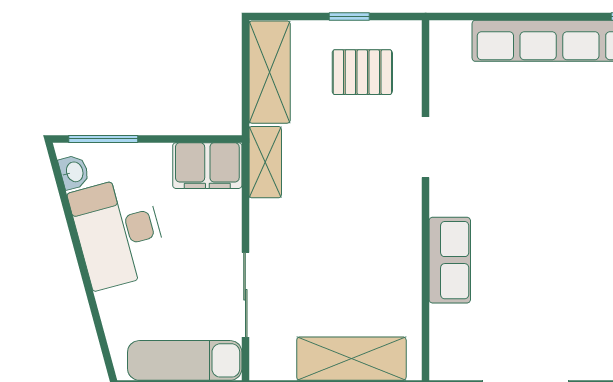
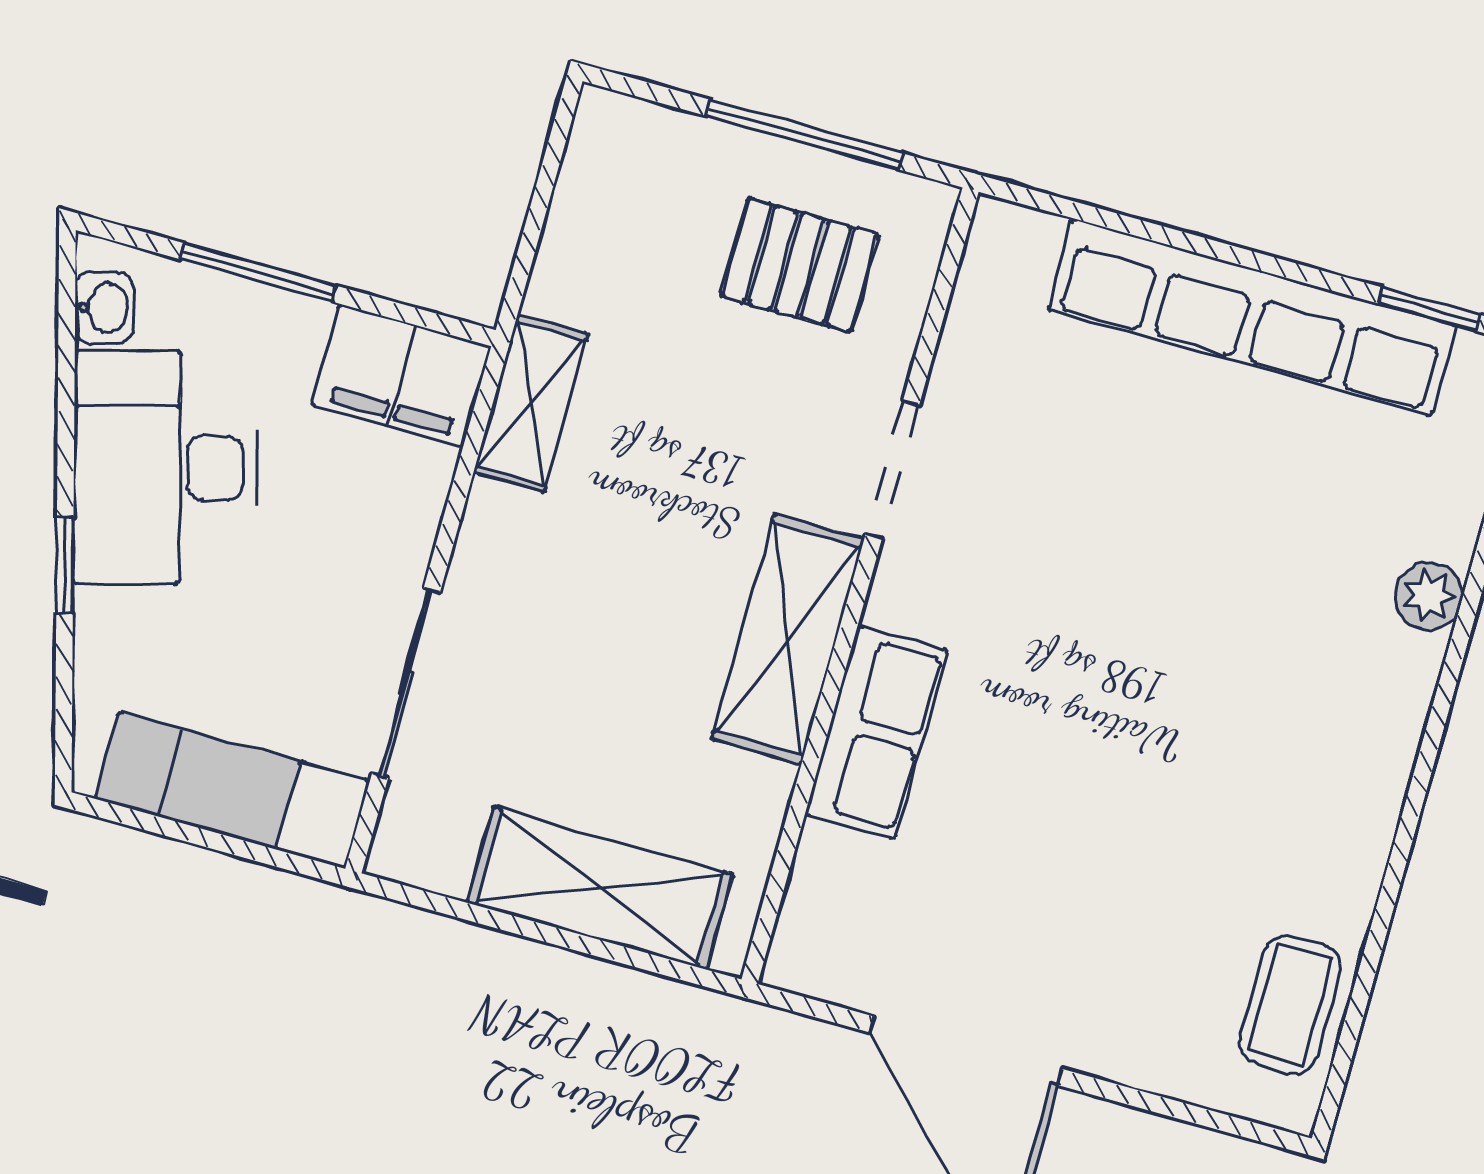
window: (349, 16) -> (805, 135), width x2.17
shelving: (270, 72) -> (788, 639), moved
window: (103, 139) -> (258, 272), moved
window: (88, 285) -> (65, 565), added

